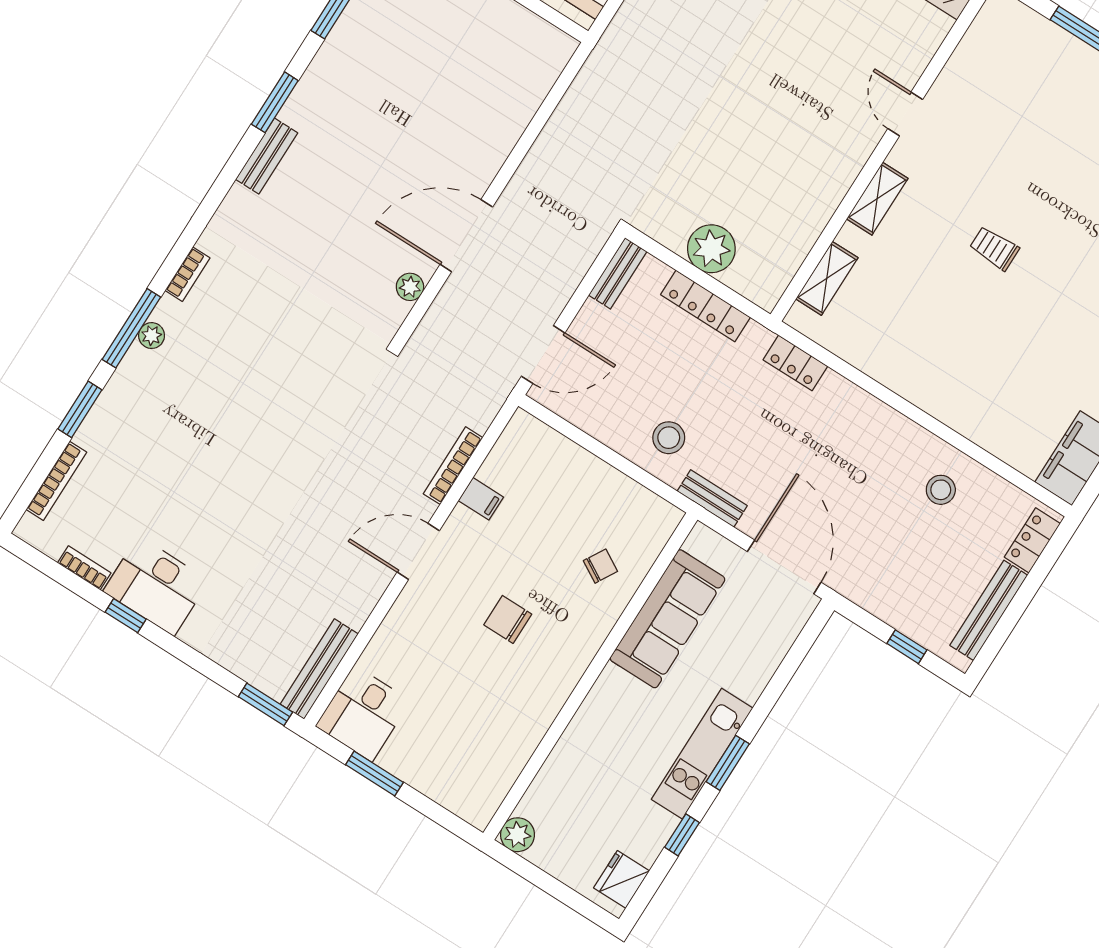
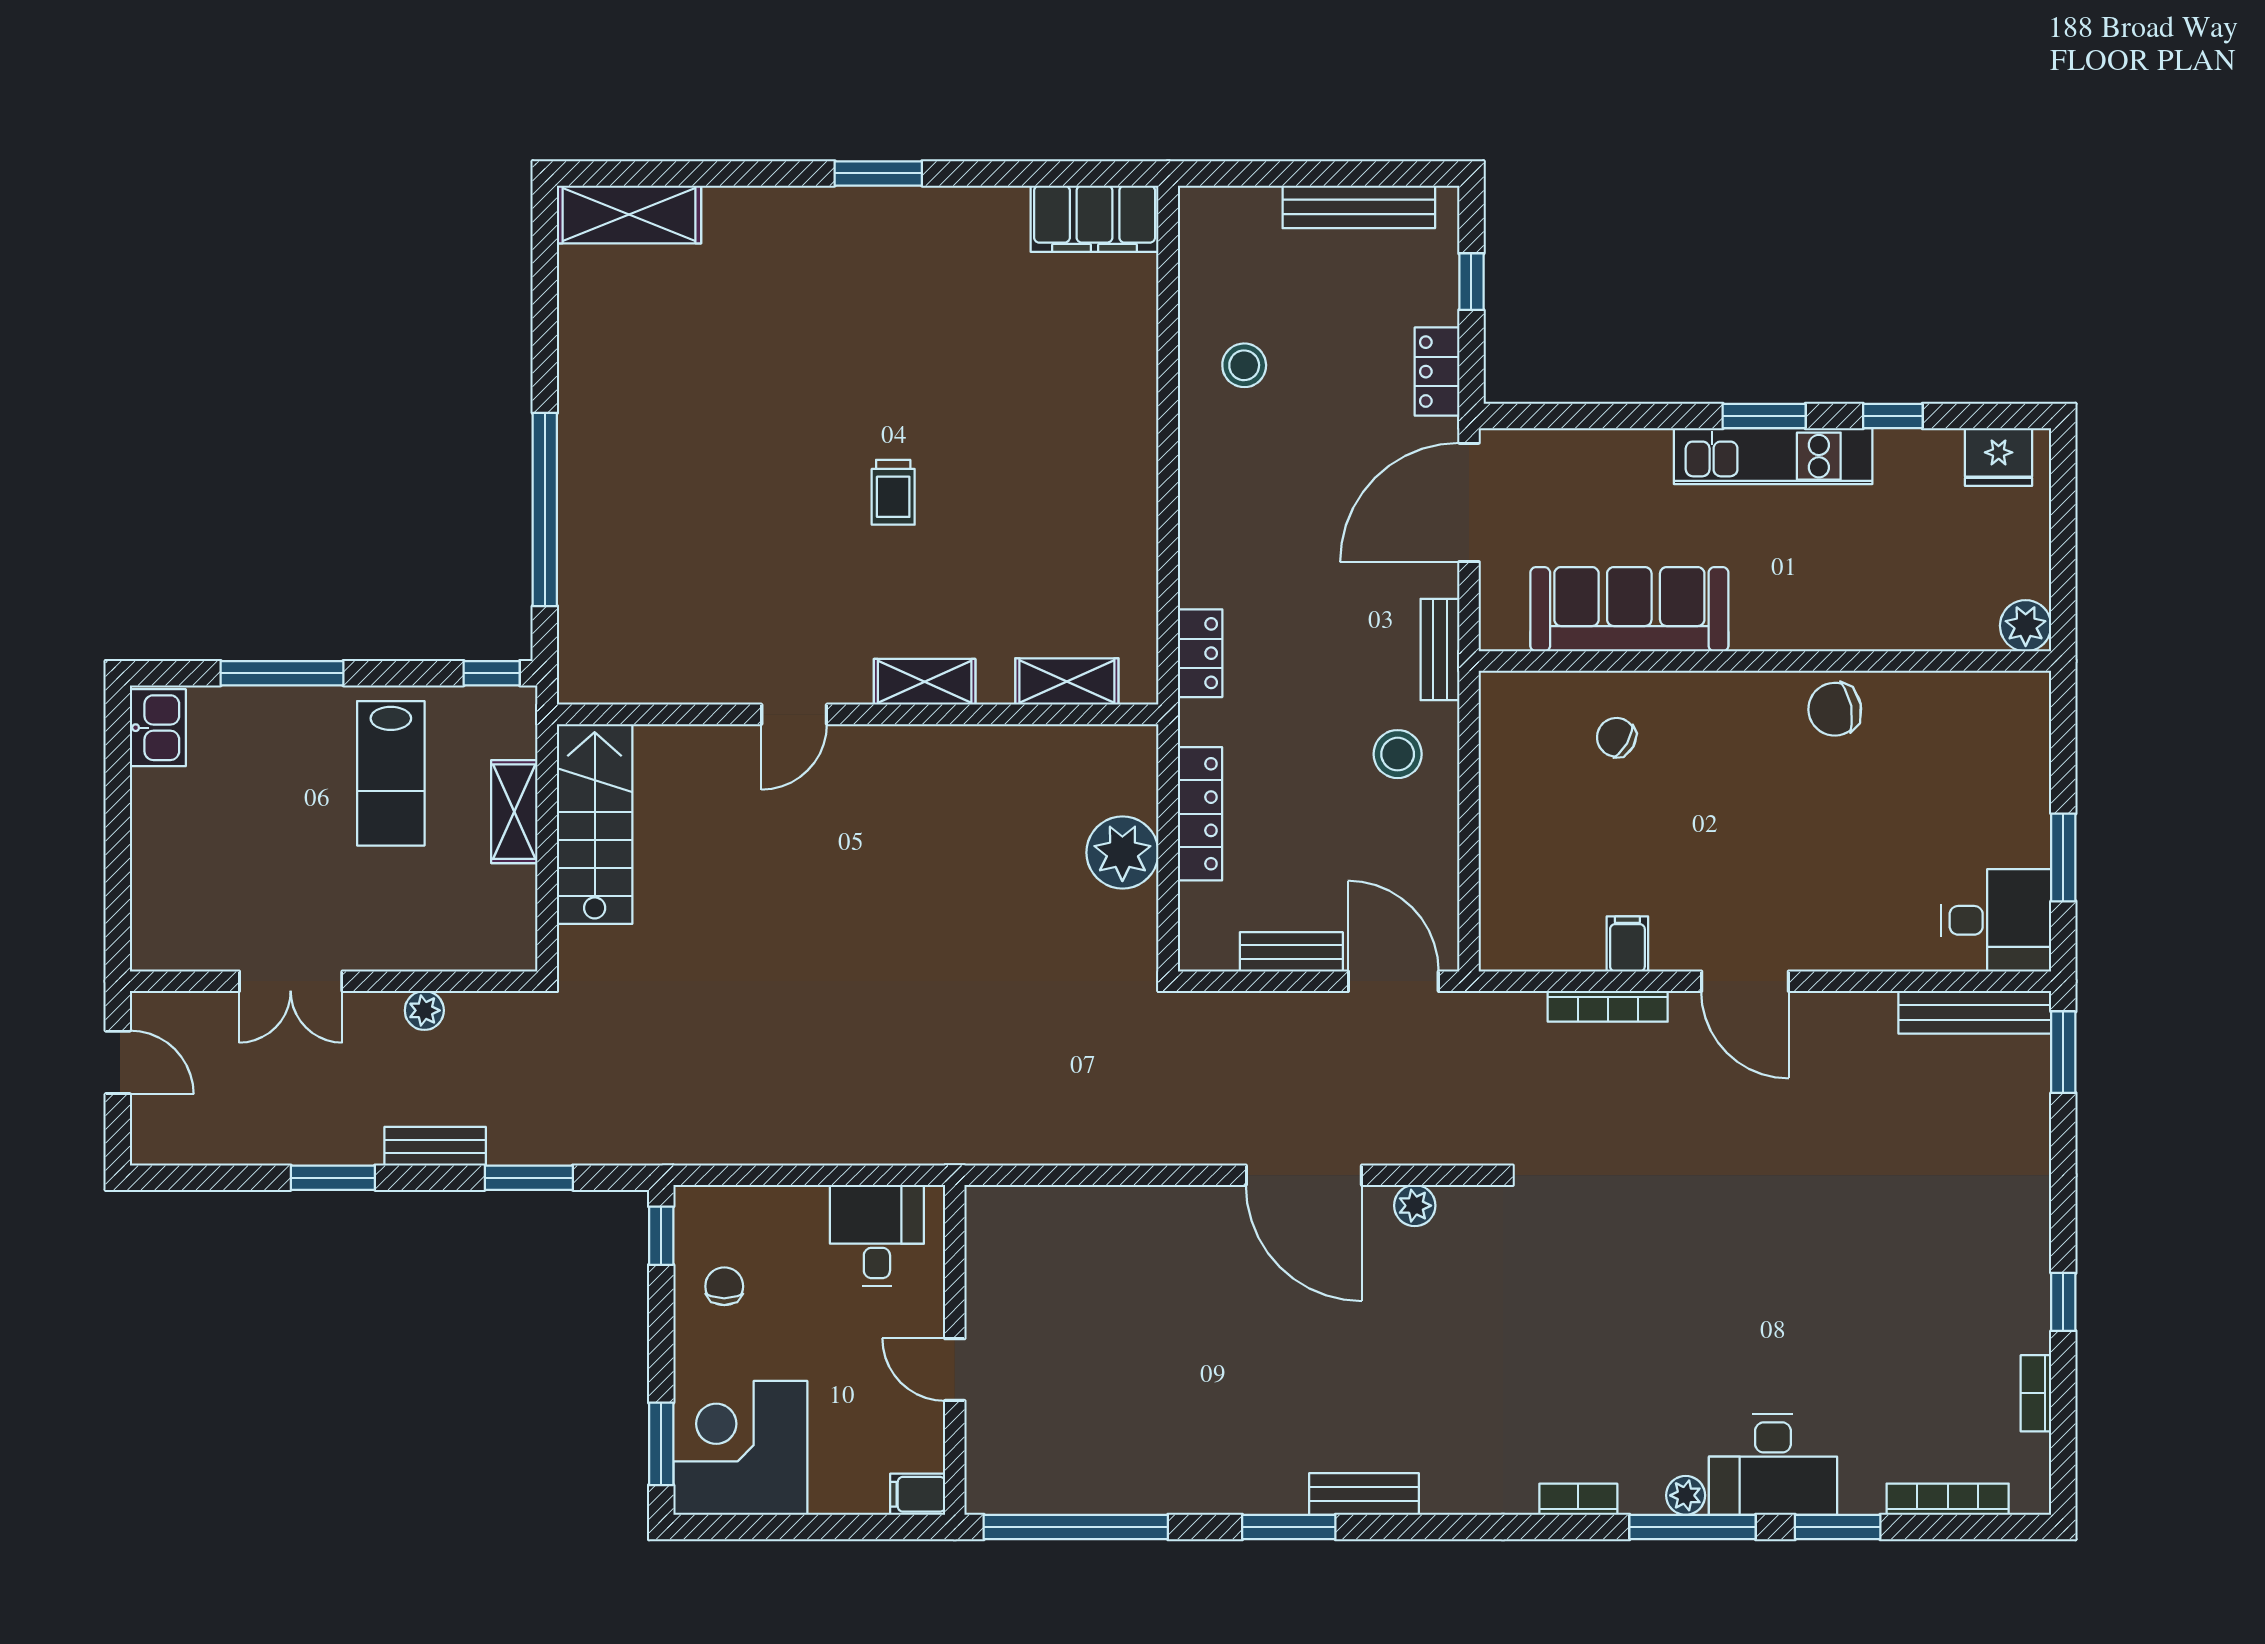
bench: (618, 273) -> (1291, 952), moved
locker: (1032, 540) -> (1437, 372), moved, turned 90
desk: (156, 586) -> (1773, 1465), moved, turned 90
chair: (508, 619) -> (1835, 709), moved, turned 79

